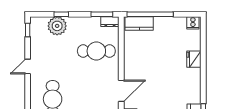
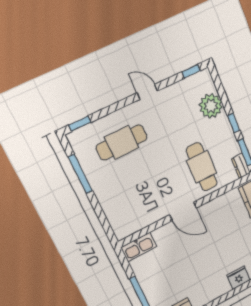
window: (61, 14) -> (234, 123), moved
door: (121, 91) -> (183, 211), moved

